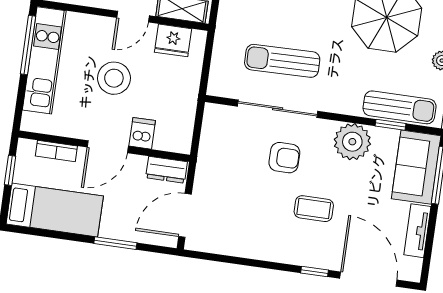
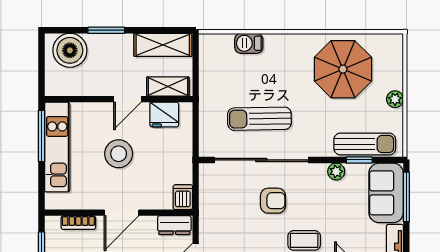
sliding door: (278, 109) -> (261, 160), width x1.36
dishwasher: (142, 133) -> (183, 197), moved
plant: (352, 142) -> (336, 171), width x0.53, depth x0.53

